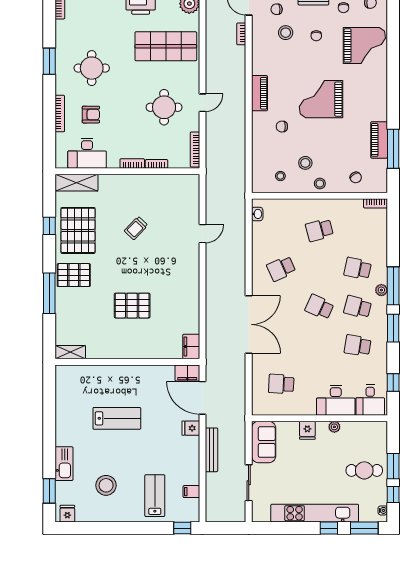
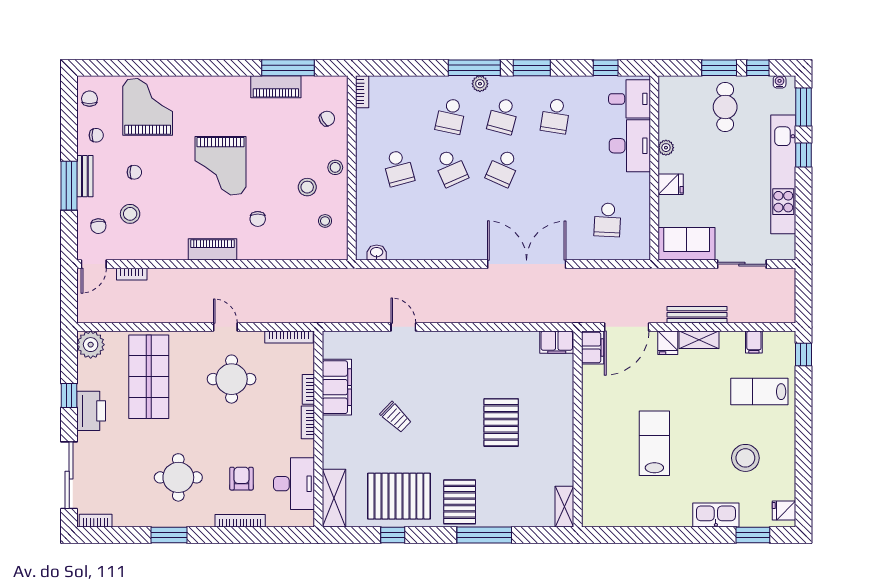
filing cabinet: (158, 185) -> (337, 387), added
school desk: (281, 268) -> (451, 168), moved
shelving: (193, 451) -> (699, 340), added

